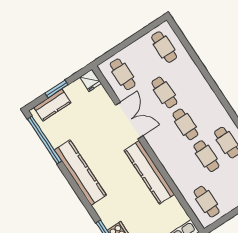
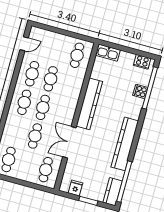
fridge: (91, 80) -> (75, 188), moved
kitchen counter: (52, 105) -> (113, 192), moved, turned -90
cafe table: (206, 111) -> (24, 102), added

